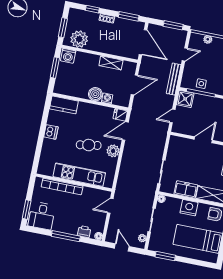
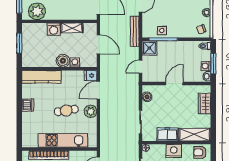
washing machine: (68, 56) -> (54, 29), moved
door: (134, 85) -> (98, 44), hinge flipped
kitchen counter: (64, 105) -> (41, 77), width x1.50
boiler: (173, 148) -> (147, 97), added

